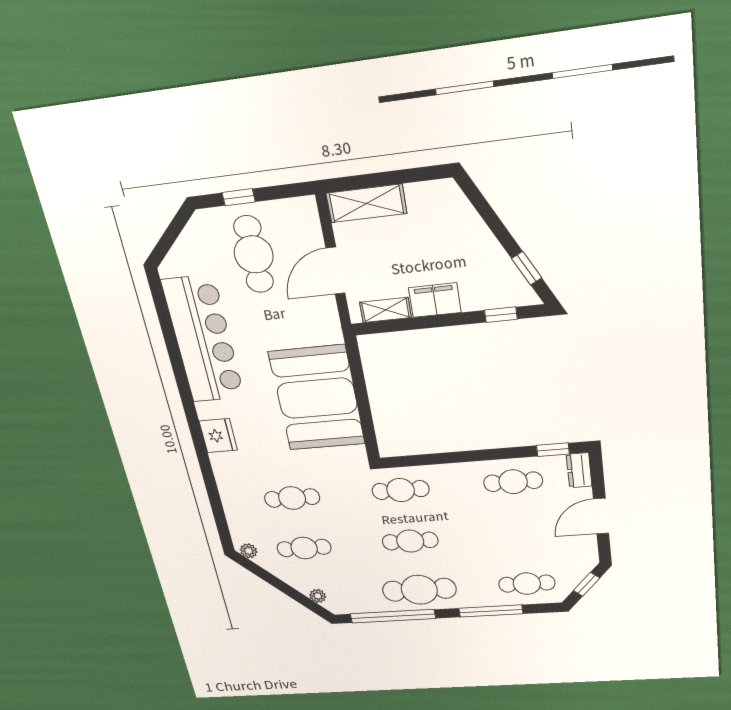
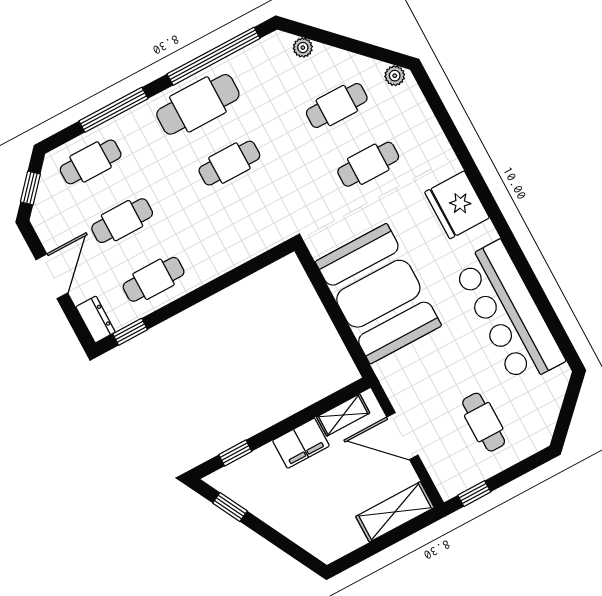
window: (239, 197) -> (474, 494), moved
cafe table: (254, 254) -> (484, 422), width x0.73, depth x0.74
door: (336, 271) -> (402, 436), swing flipped
fridge: (218, 436) -> (457, 205), width x1.36, depth x1.34
cafe table: (401, 490) -> (122, 221), moved

